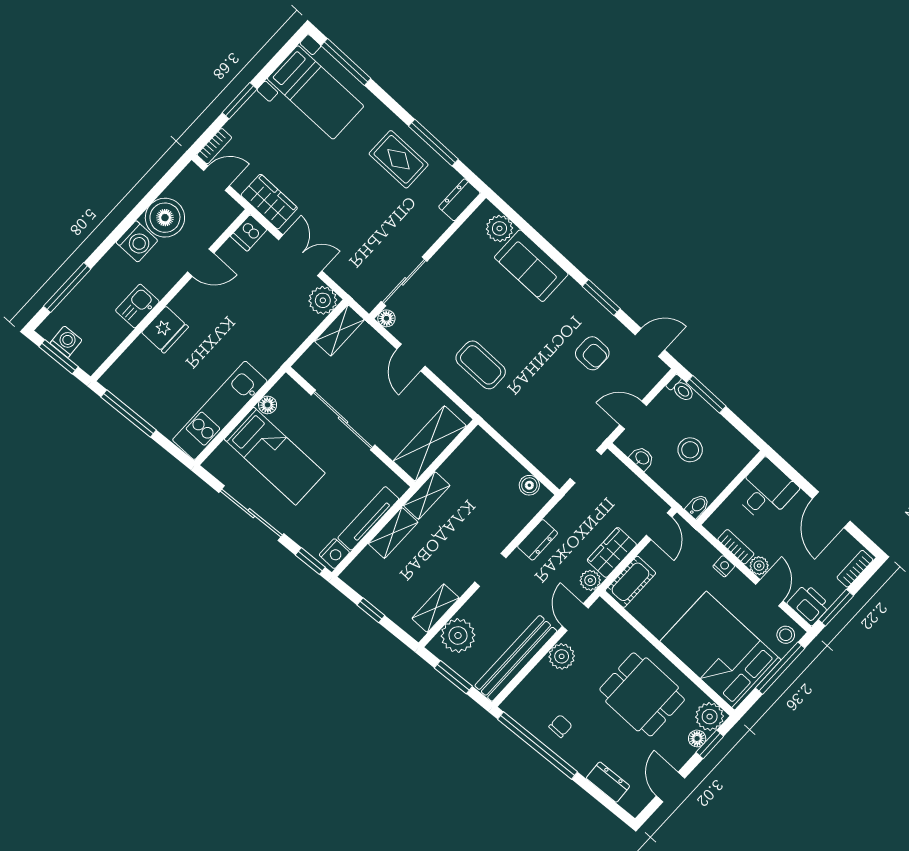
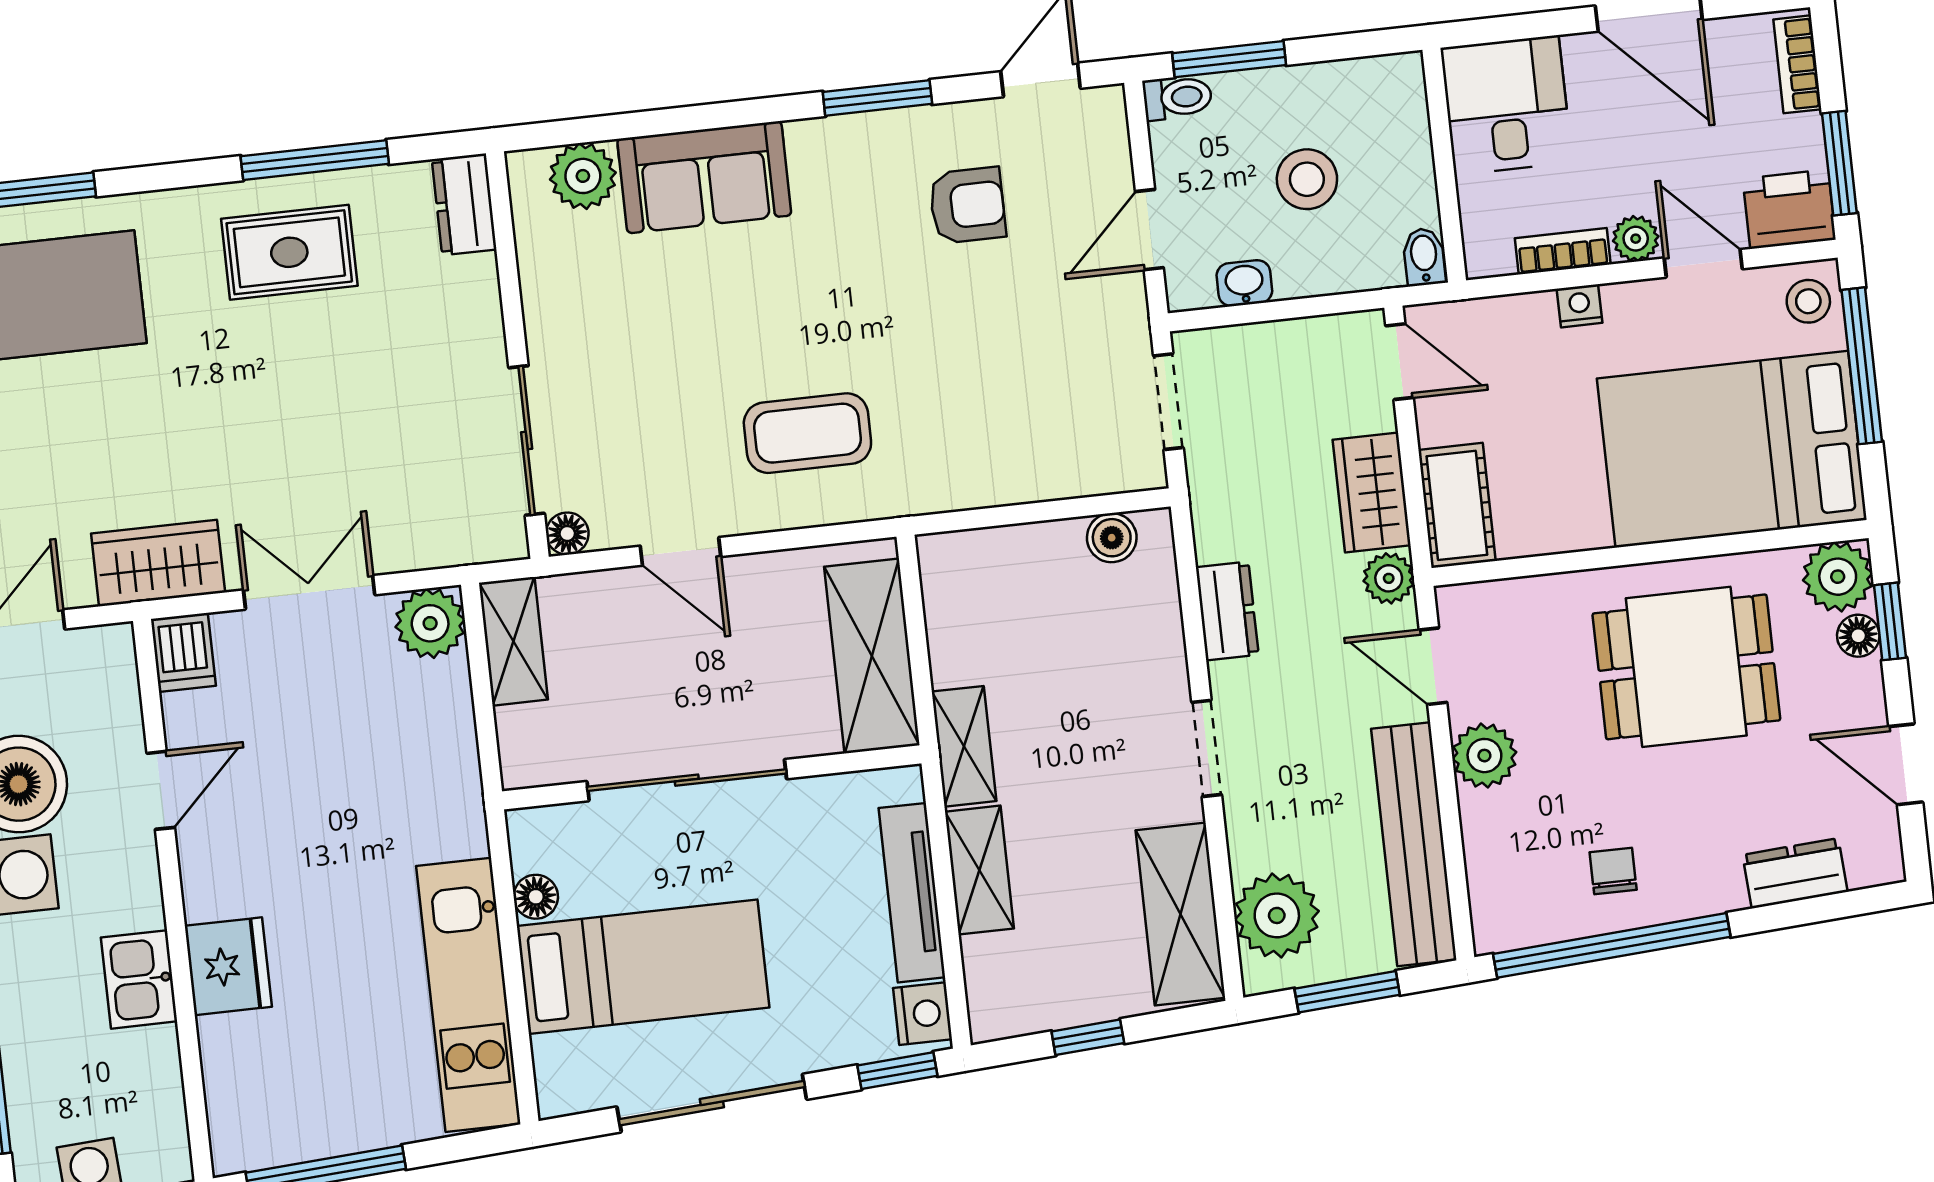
shelving: (436, 608) -> (1180, 914), width x1.50, depth x1.33

